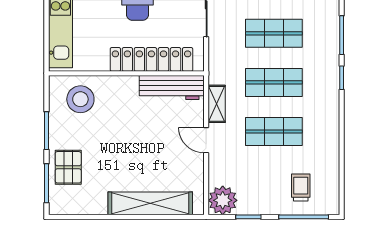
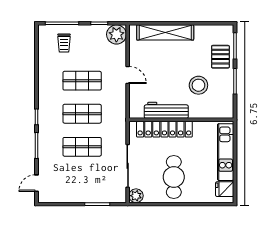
workbench: (172, 88) -> (166, 110), moved
stool: (80, 99) -> (198, 85), moved
shelving: (217, 104) -> (121, 99), removed

